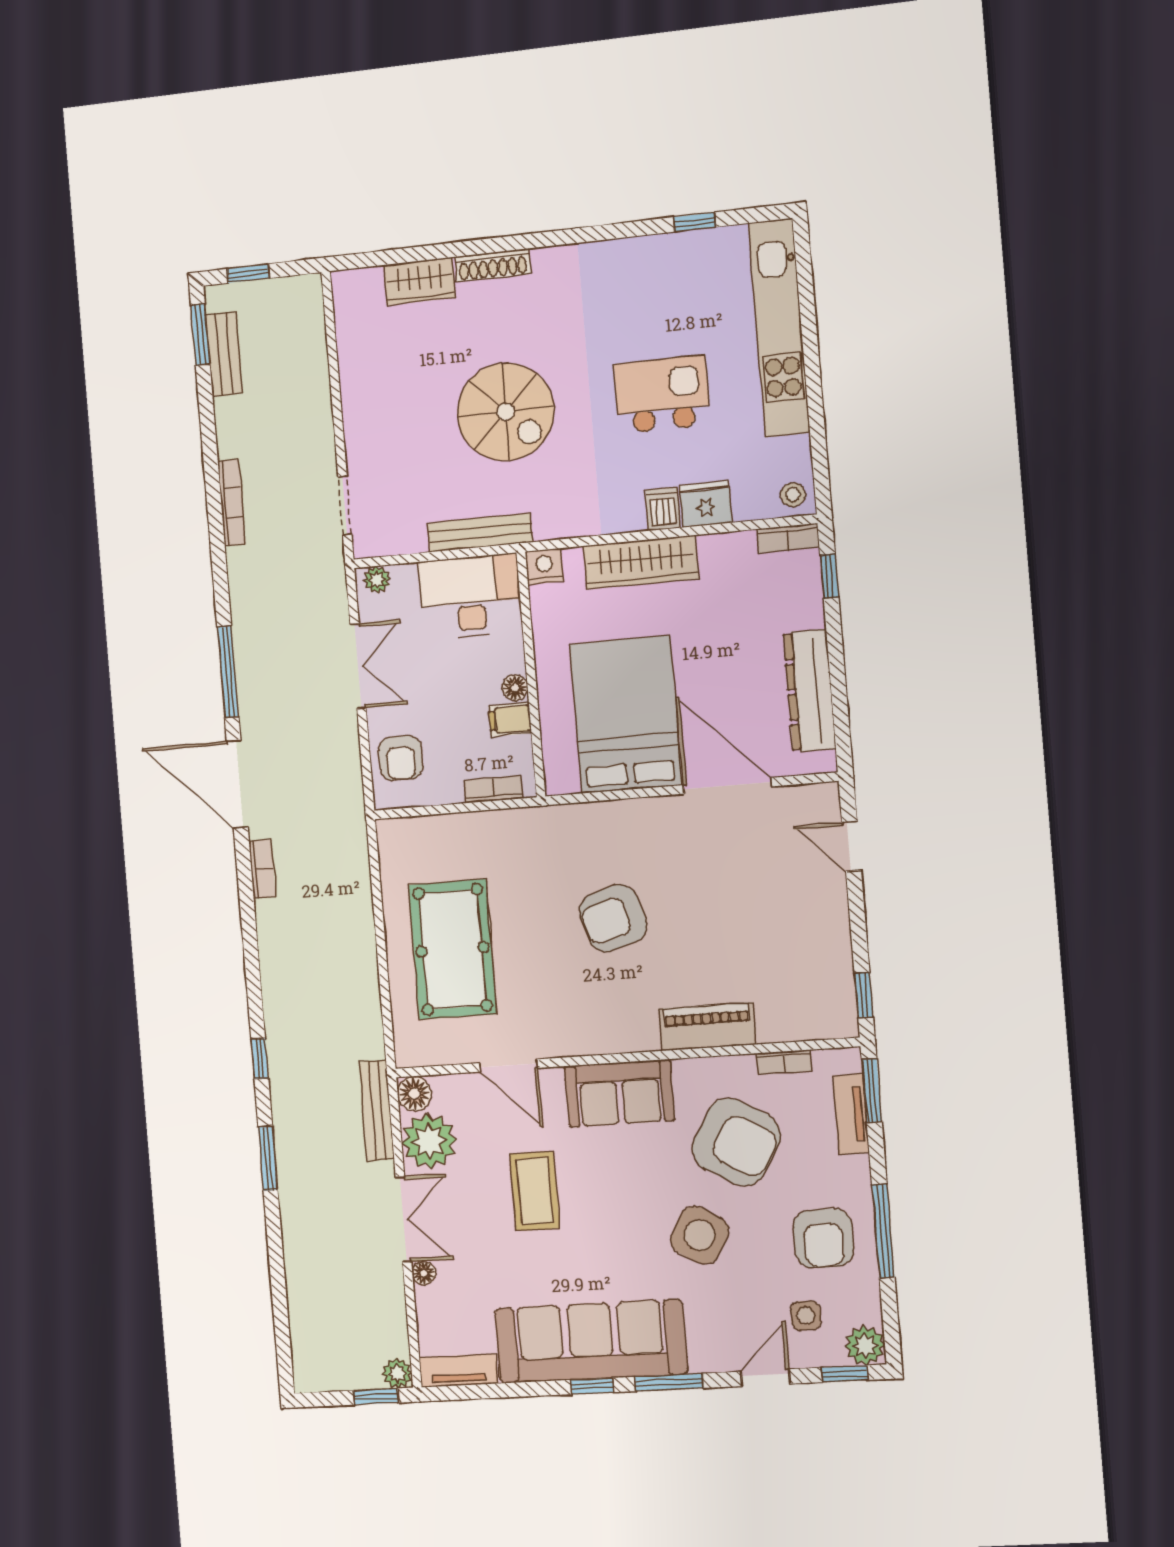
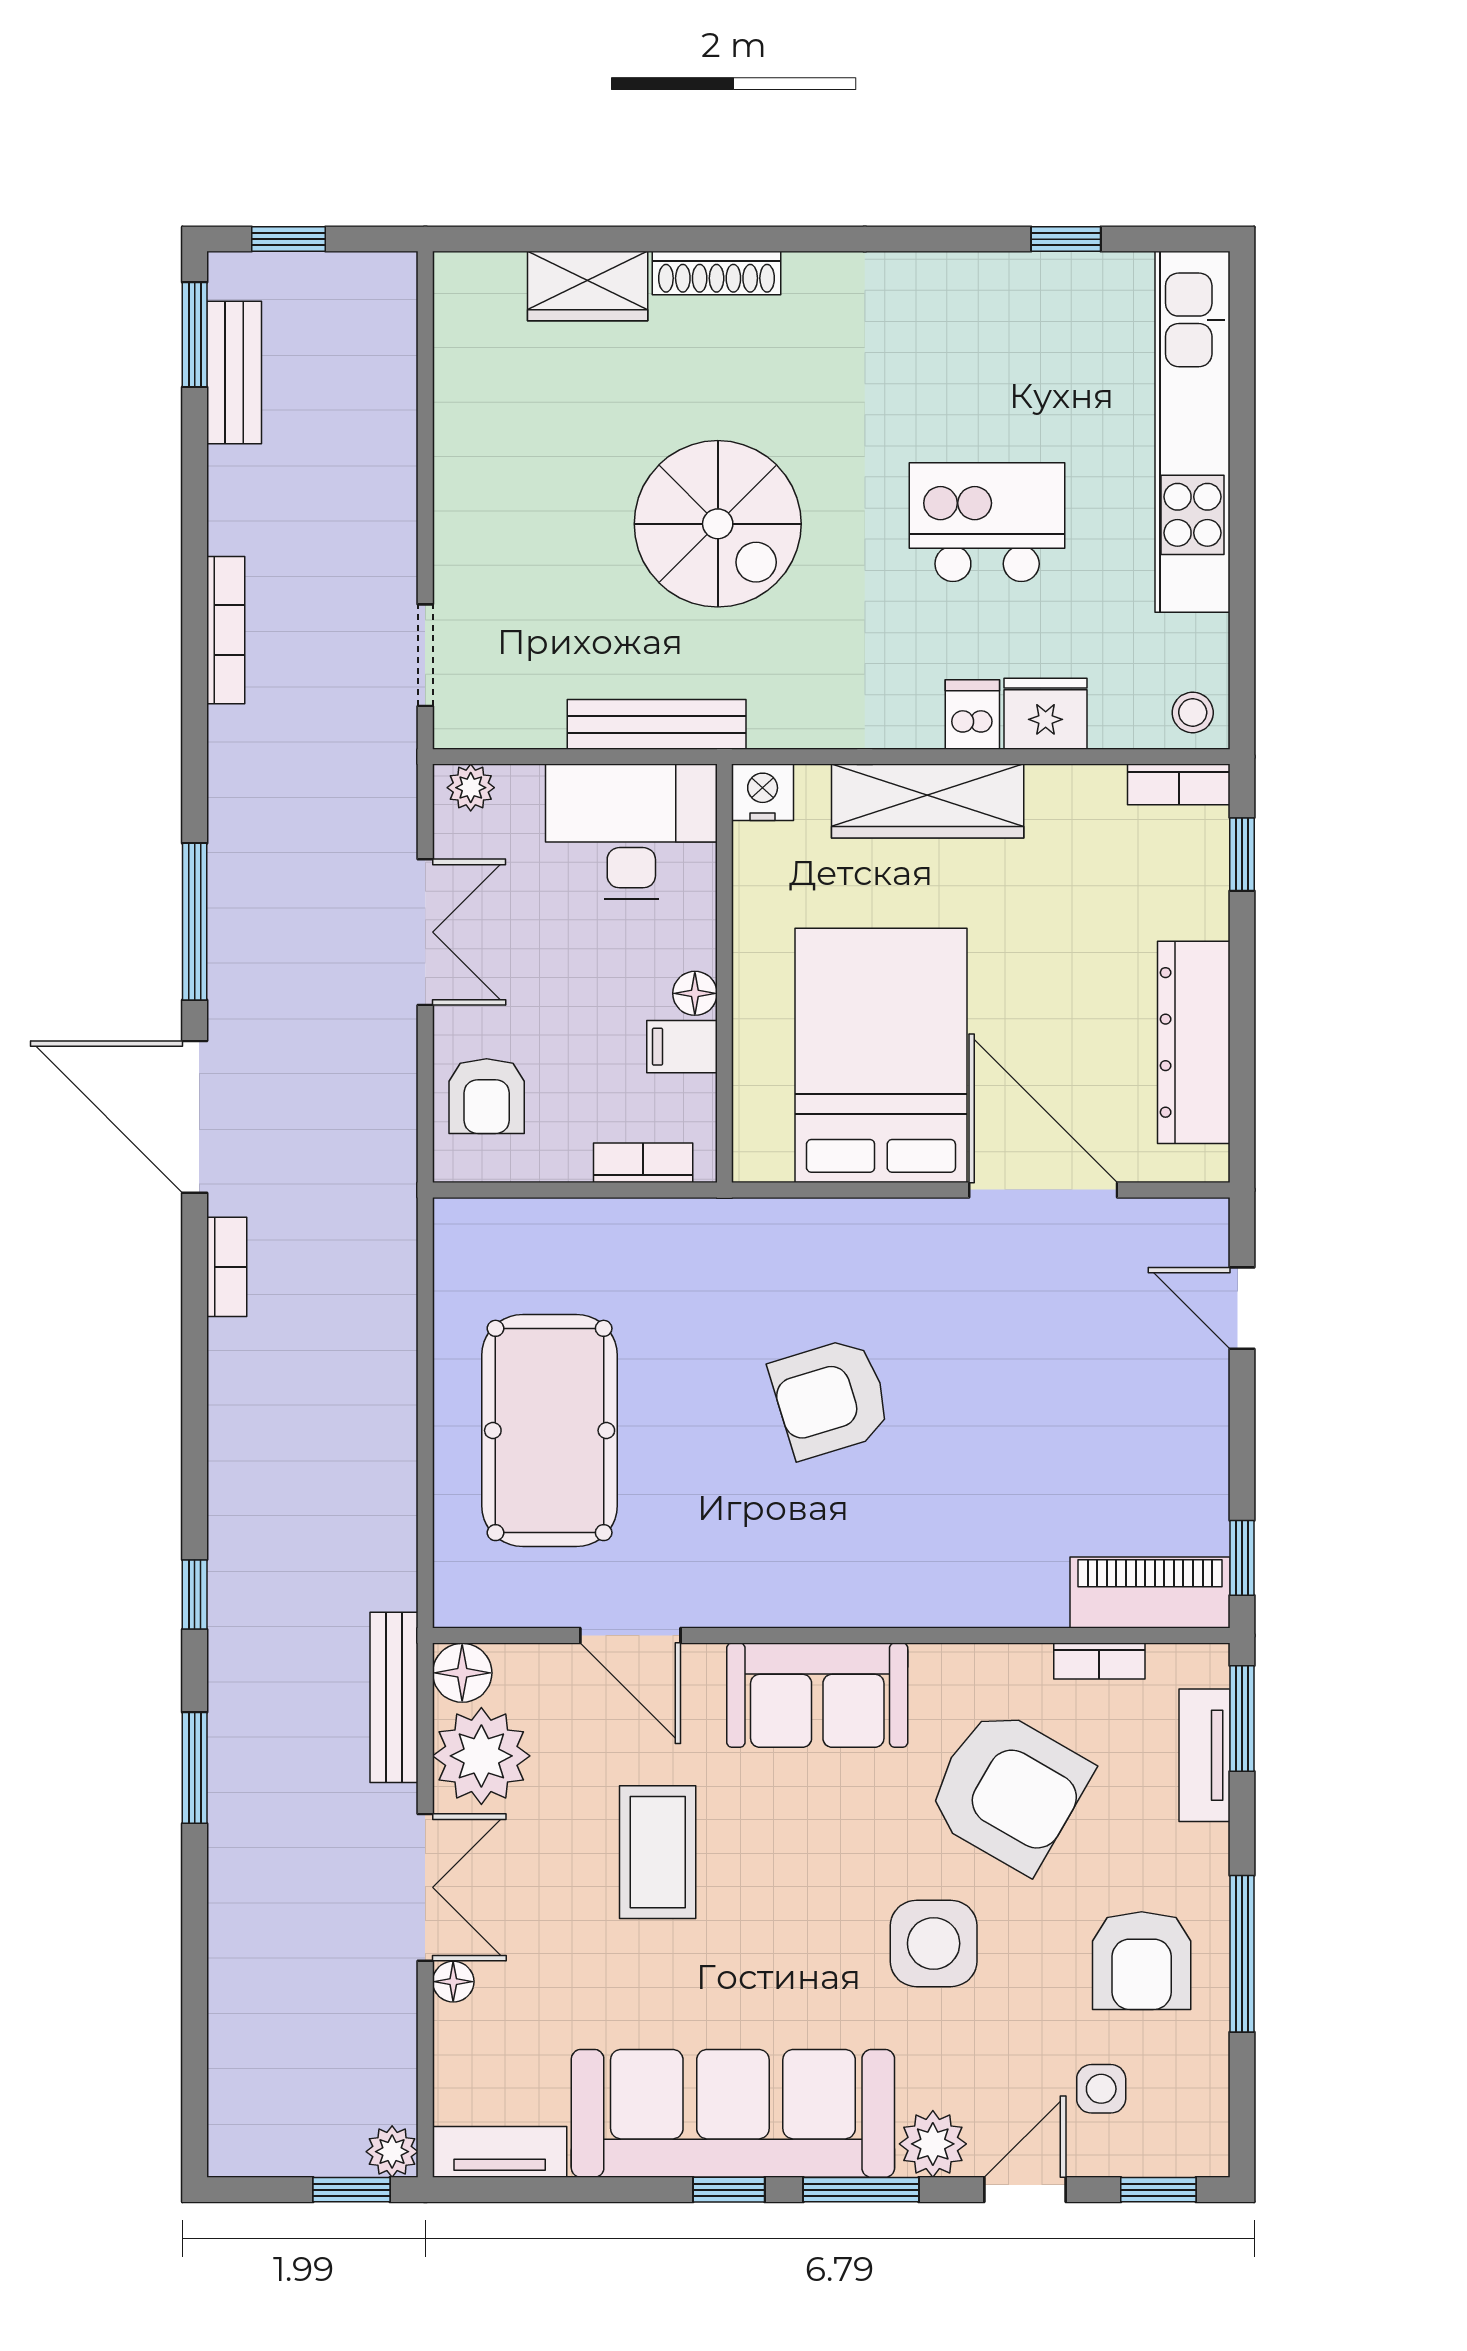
piano: (707, 1027) -> (1150, 1592), moved
side table: (700, 1235) -> (934, 1943), turned -30
plant: (865, 1346) -> (933, 2144), moved

